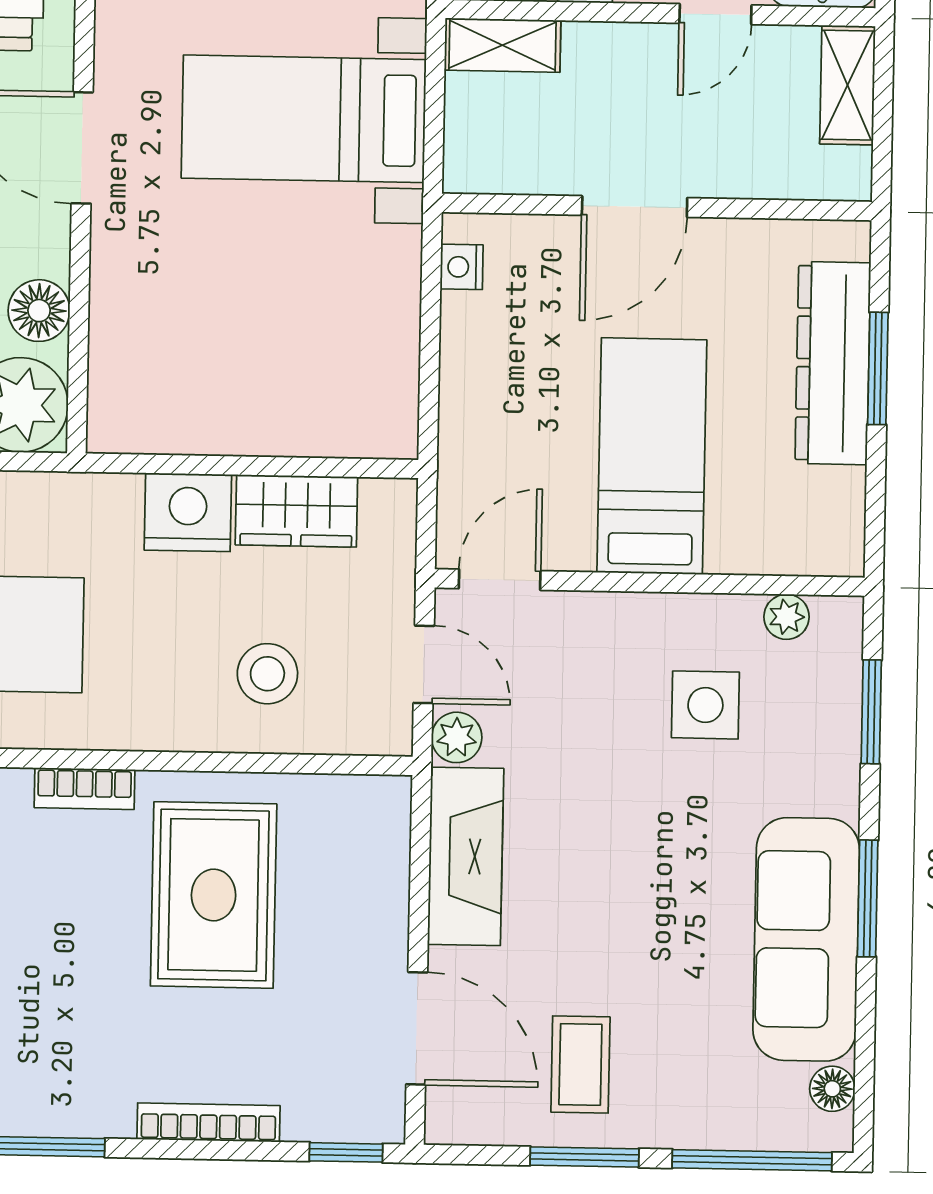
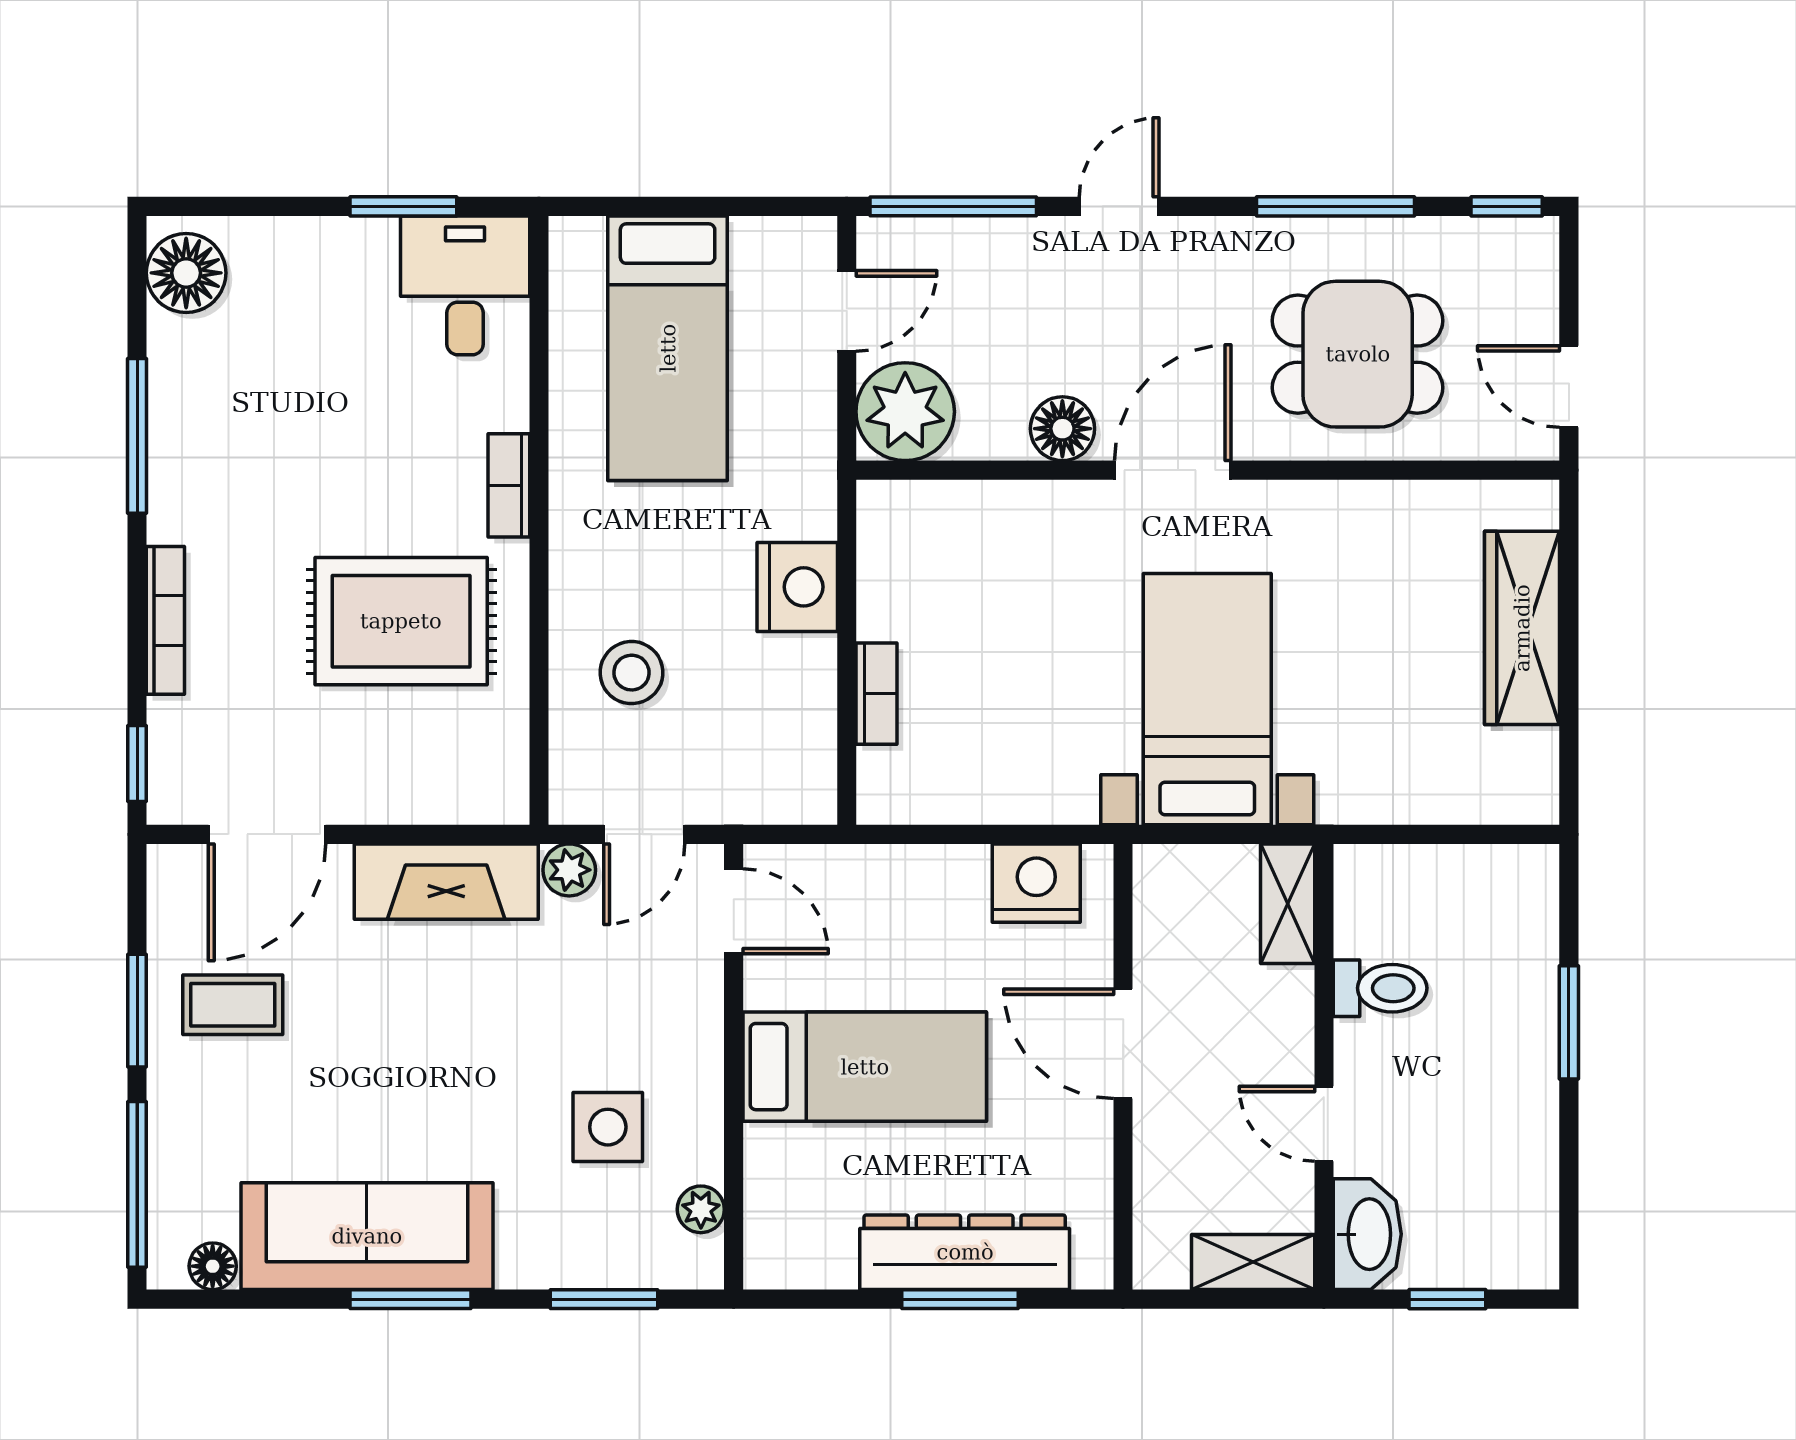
nightstand: (462, 267) -> (1036, 883), width x1.89, depth x1.79
floor lamp: (39, 311) -> (1062, 429), moved
bookcase: (292, 438) -> (876, 694), added
wardrobe: (296, 511) -> (801, 699), removed

